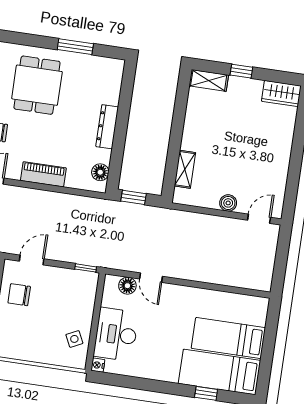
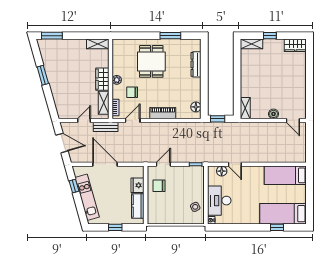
dresser: (107, 127) -> (196, 64), moved
shelving: (185, 169) -> (245, 108), moved
door: (259, 219) -> (293, 120), swing flipped
bed: (228, 338) -> (285, 175), moved

